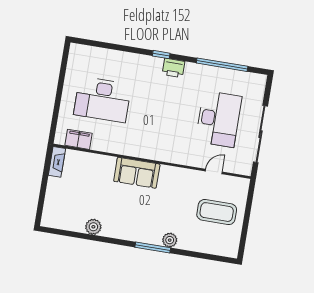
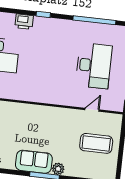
printer: (173, 68) -> (24, 22), moved
sofa: (137, 173) -> (34, 162), moved, turned 180

